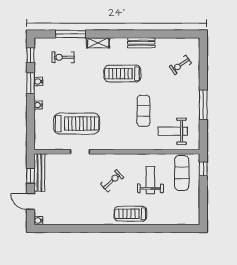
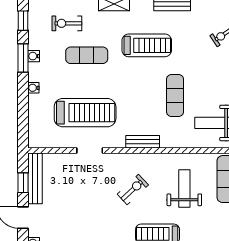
treadmill: (122, 74) -> (147, 45), turned 180
exercise mat: (78, 81) -> (87, 55), added
bench: (119, 145) -> (143, 142), added

